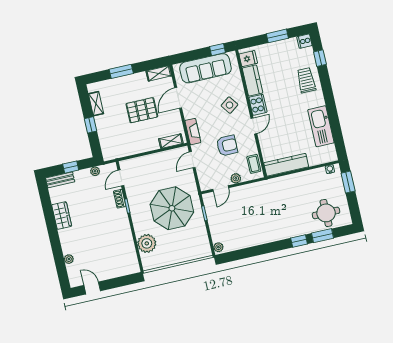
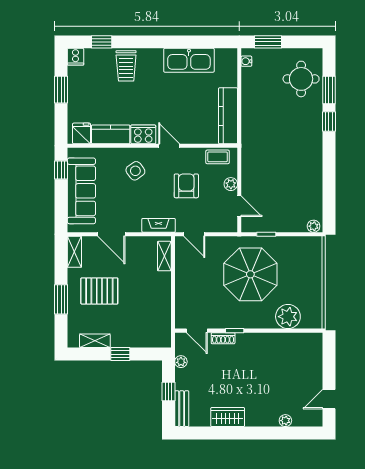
trolley: (306, 80) -> (126, 66), turned -90
pallet: (142, 110) -> (99, 291), moved, turned 90

